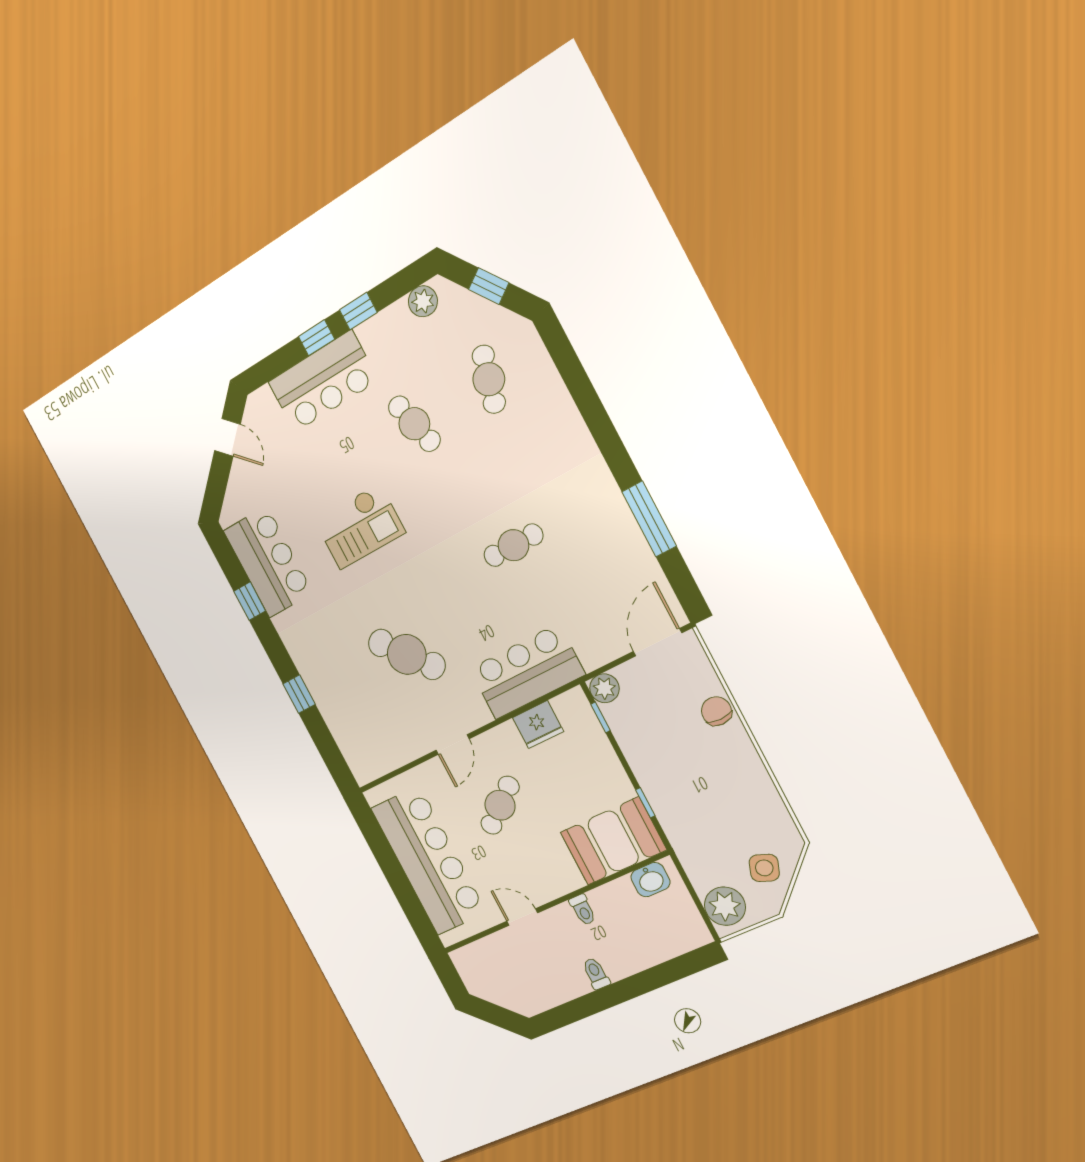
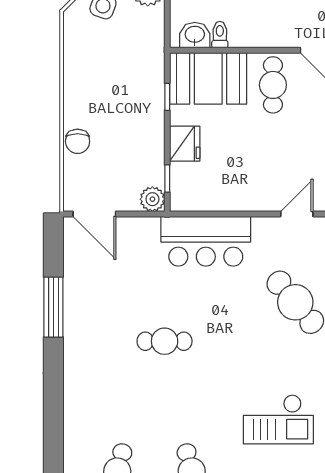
checkout: (360, 526) -> (278, 419), turned 180
door: (657, 642) -> (94, 214), hinge flipped
fridge: (538, 725) -> (185, 144), moved, turned 90
cafe table: (500, 805) -> (273, 85), moved, turned -52
toilet: (583, 910) -> (220, 35), moved

